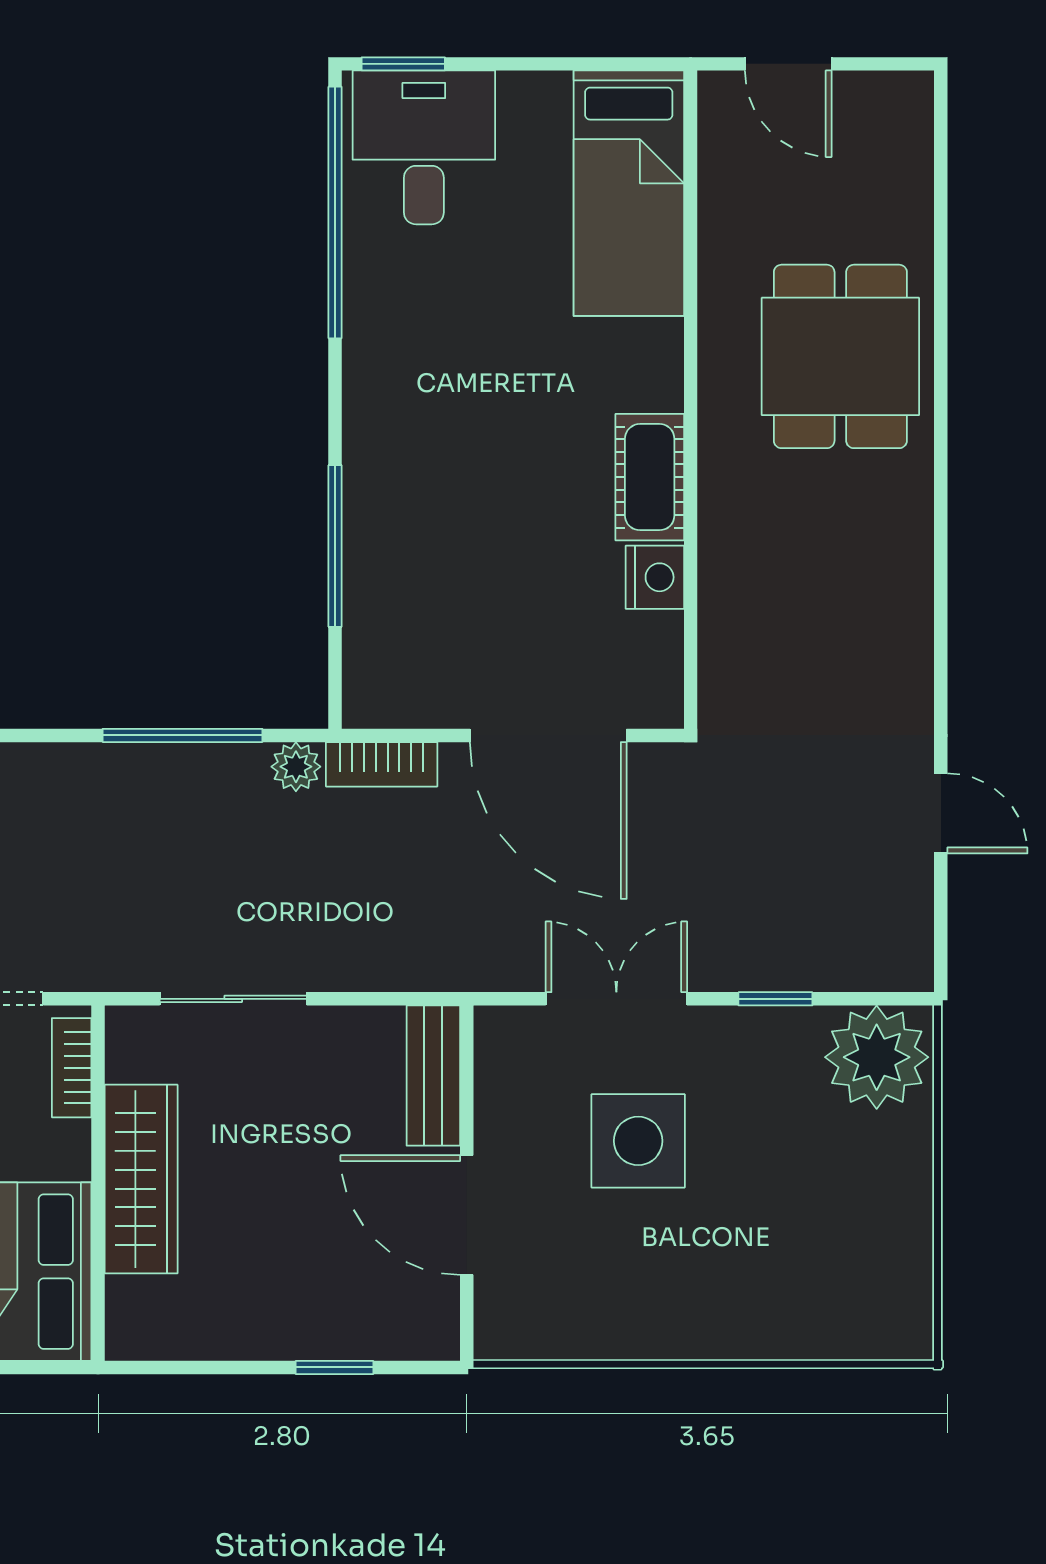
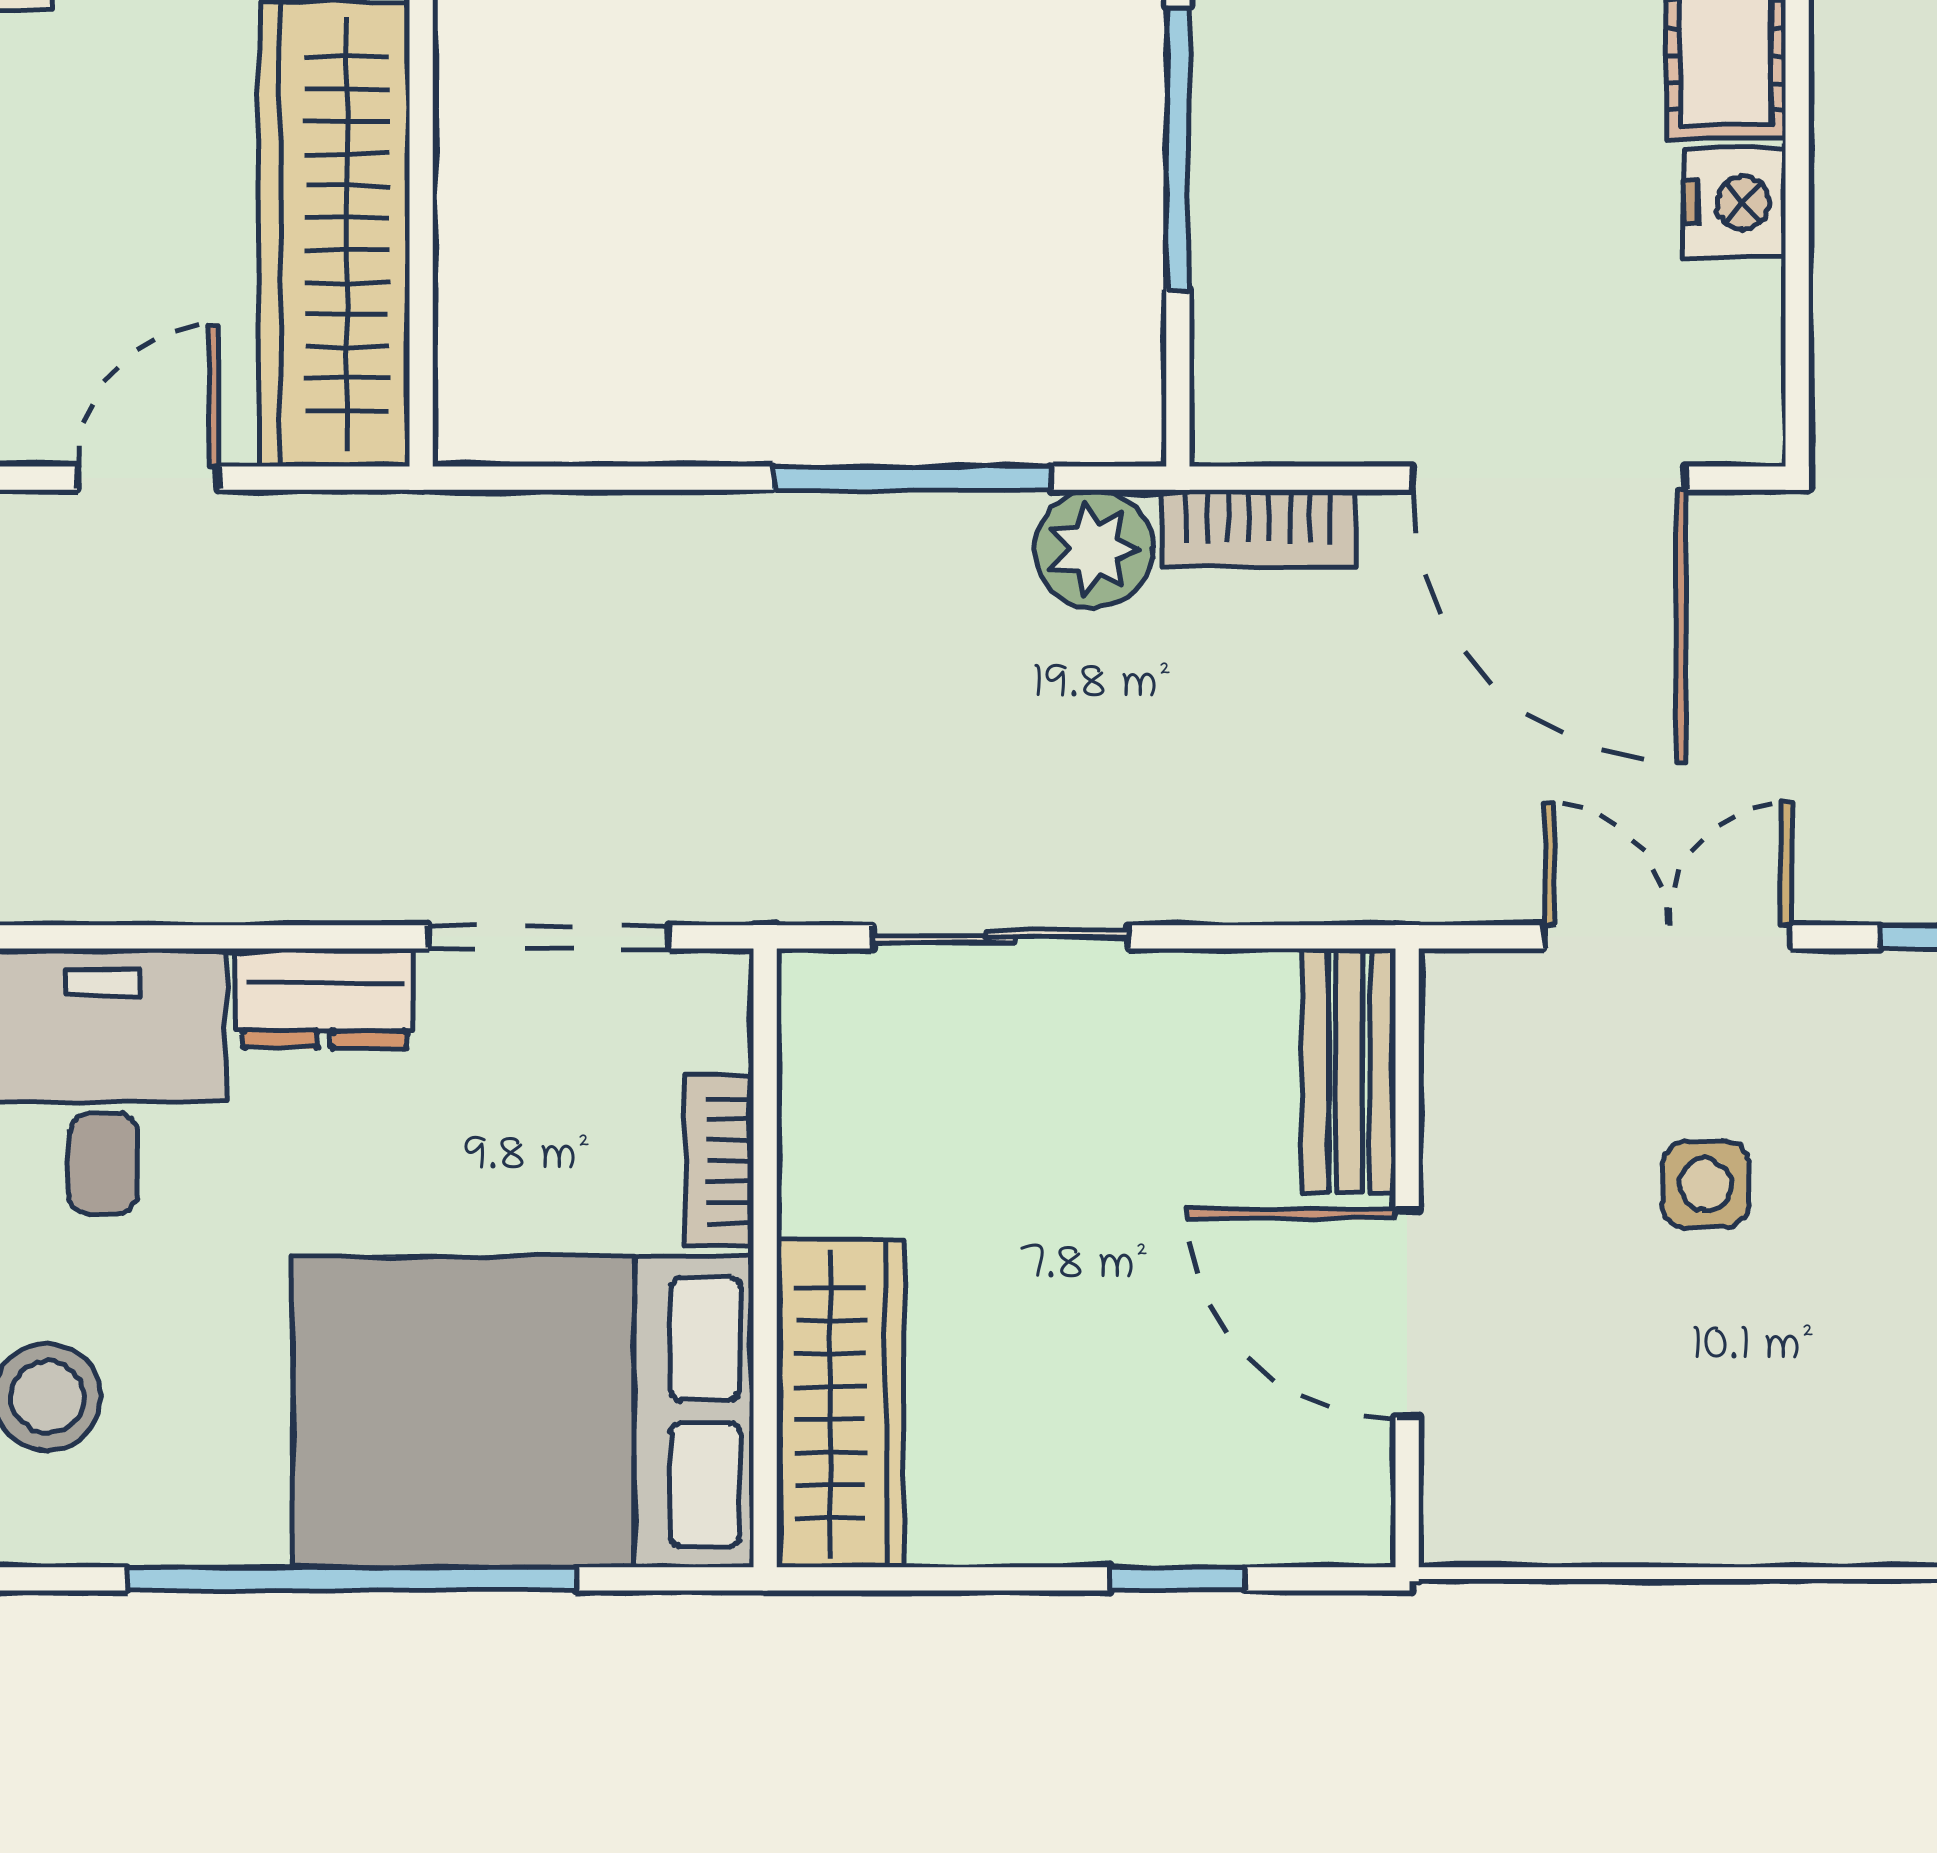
plant: (296, 767) -> (1094, 549), width x1.38, depth x1.38
bookcase: (72, 1068) -> (719, 1161), moved
side table: (638, 1141) -> (1706, 1184), width x0.54, depth x0.54
wardrobe: (141, 1179) -> (840, 1403), moved

